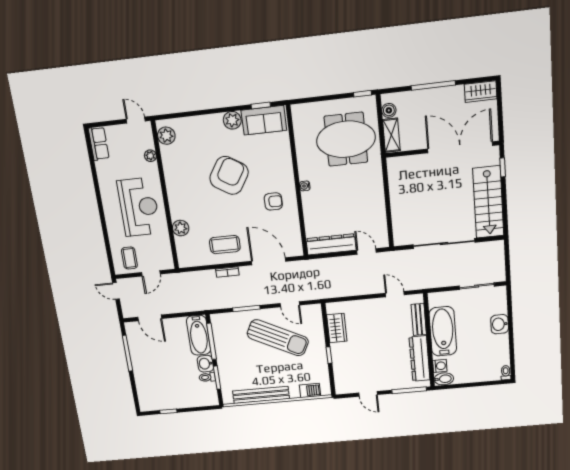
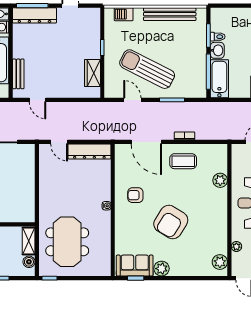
meeting table: (346, 139) -> (67, 242), turned 90
dresser: (420, 359) -> (34, 15), moved, turned 90

